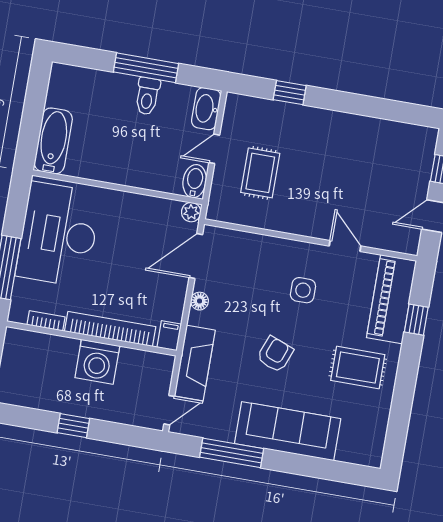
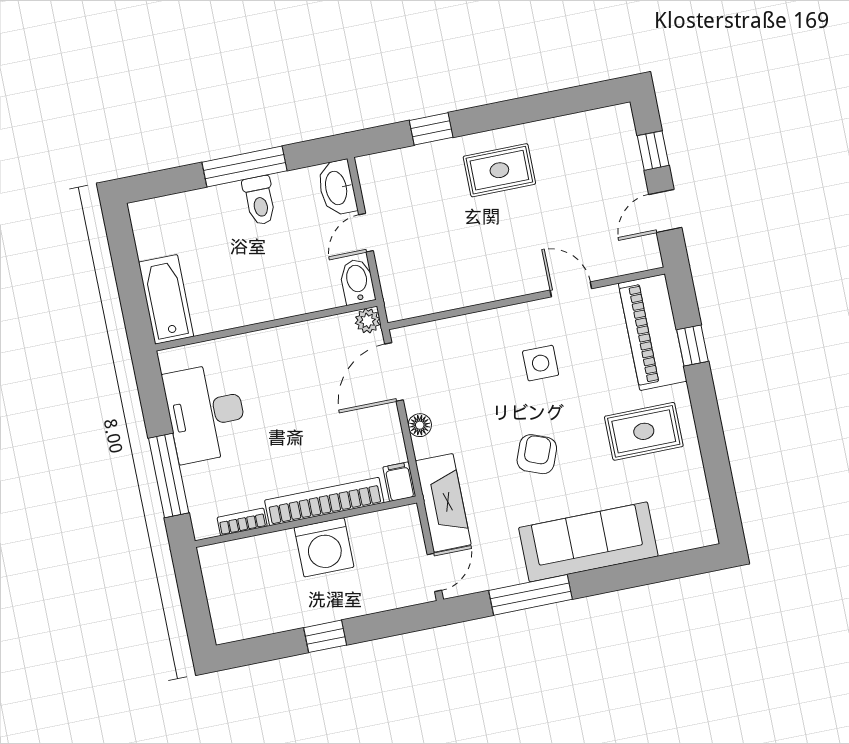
rug: (260, 173) -> (499, 170), moved, turned 90
desk: (58, 234) -> (206, 413), width x0.73, depth x0.77

